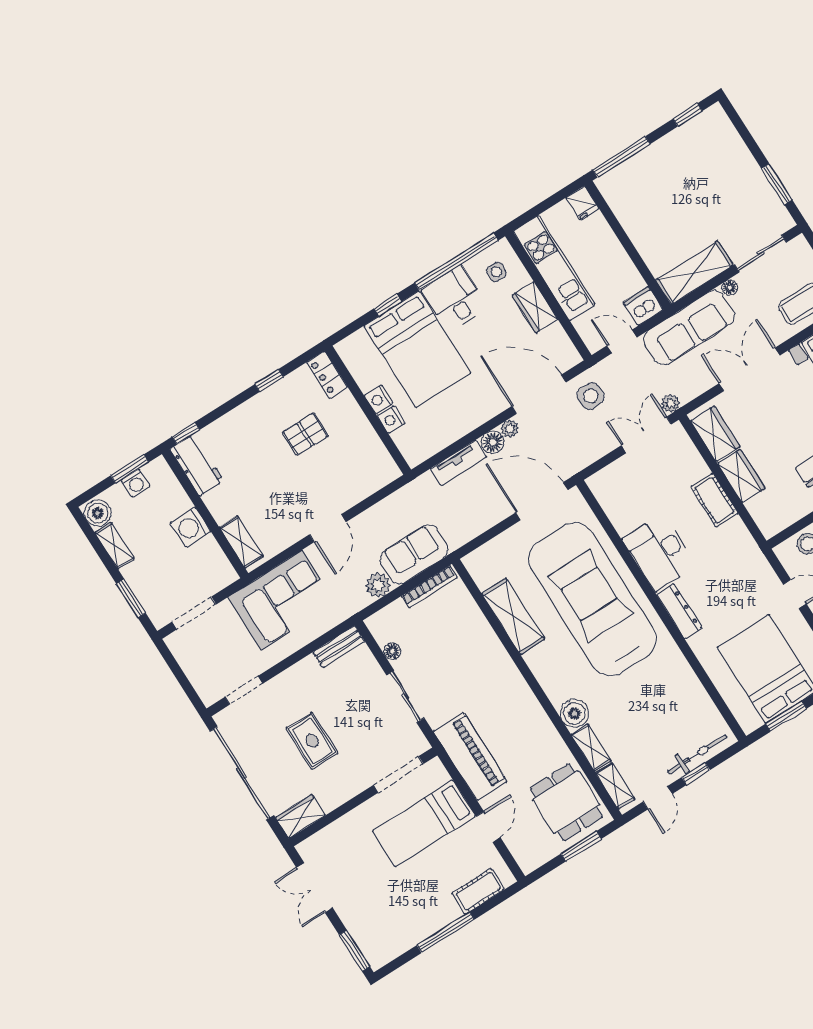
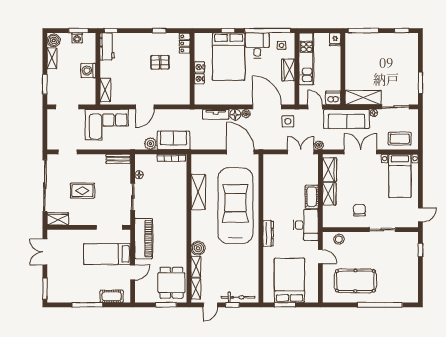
desk: (659, 553) -> (306, 225), moved, turned 180
rug: (312, 741) -> (82, 191), turned 90

